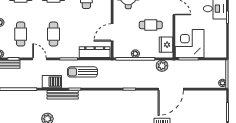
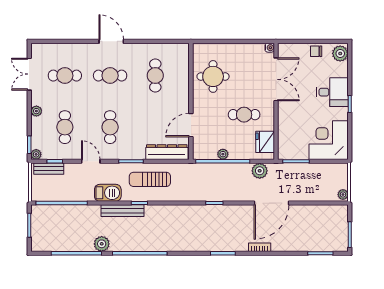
corner desk: (190, 43) -> (329, 140), moved

